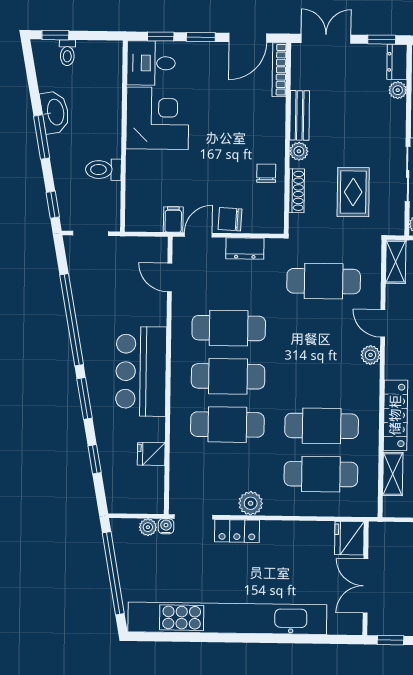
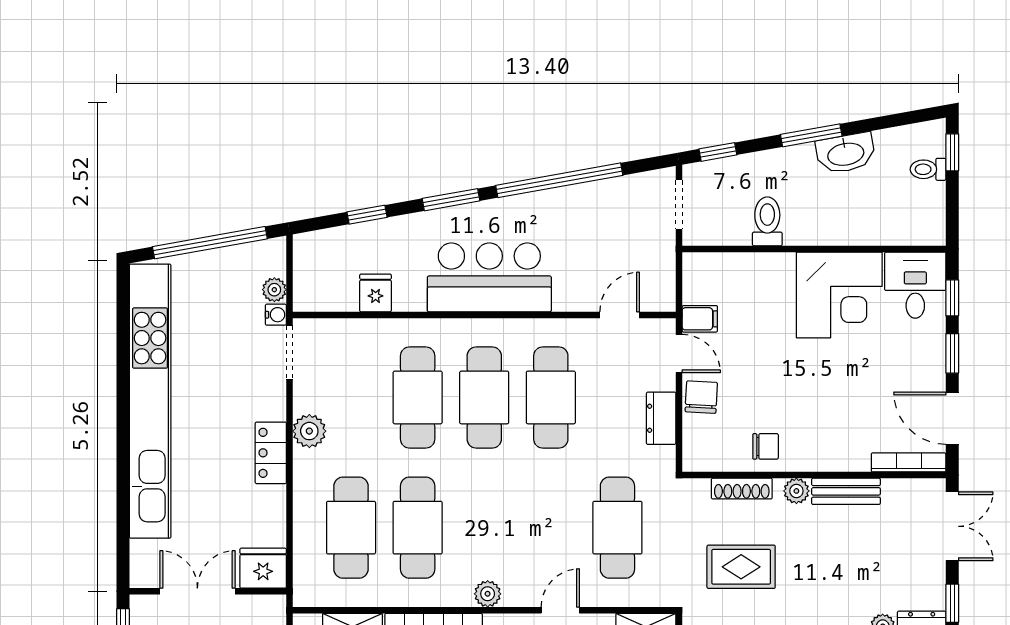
plant: (370, 355) -> (488, 594), moved
locker: (237, 531) -> (271, 453), moved

